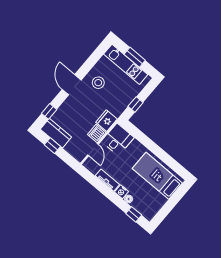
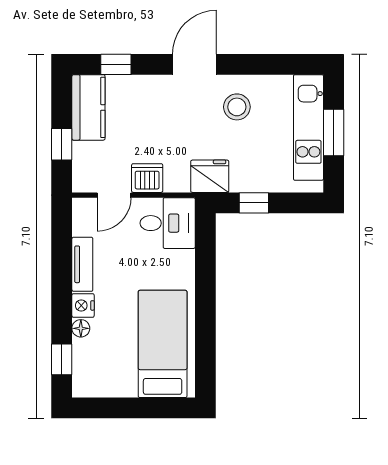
fridge: (106, 121) -> (210, 176), moved
window: (52, 146) -> (62, 144), moved

